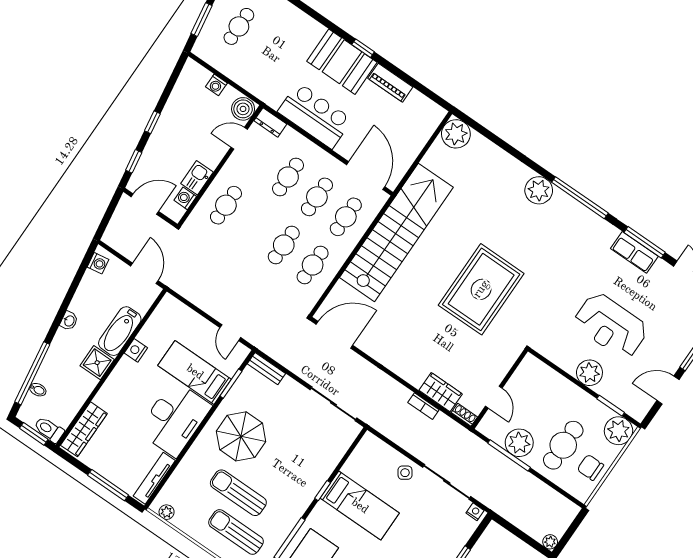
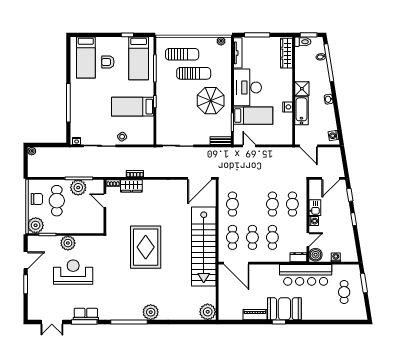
bar counter: (315, 116) -> (306, 275), moved, width x1.36
washing machine: (185, 198) -> (314, 221), moved
cafe table: (284, 245) -> (272, 204), moved

